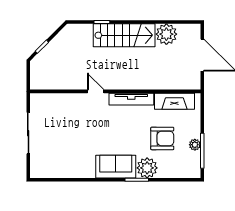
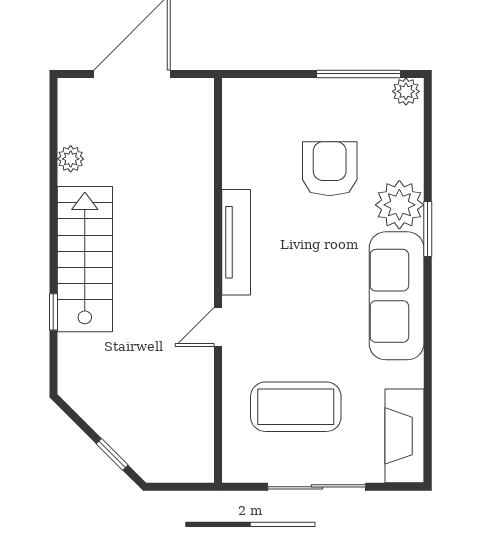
plant: (166, 34) -> (71, 159), width x0.53, depth x0.53
fireplace: (174, 101) -> (404, 436), moved, turned 180
coffee table: (62, 124) -> (296, 407), added
plant: (195, 145) -> (406, 91), moved
sofa: (116, 167) -> (397, 296), width x1.36

